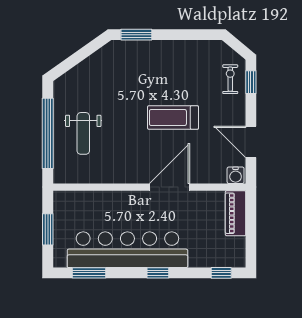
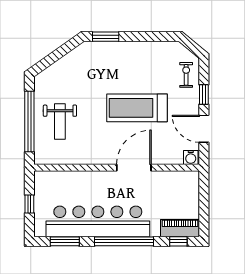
window: (251, 82) -> (204, 94), moved
treadmill: (173, 117) -> (137, 108), width x1.37, depth x1.38
piano: (236, 213) -> (180, 228), moved, turned 90
window: (48, 229) -> (29, 204), width x0.67
window: (158, 273) -> (124, 241), width x3.17

